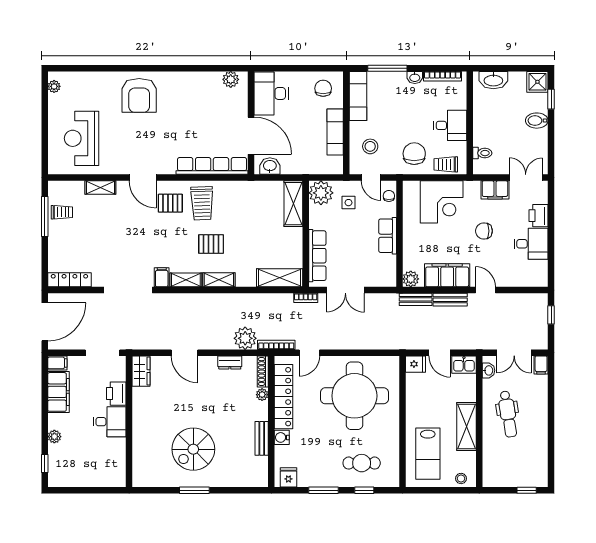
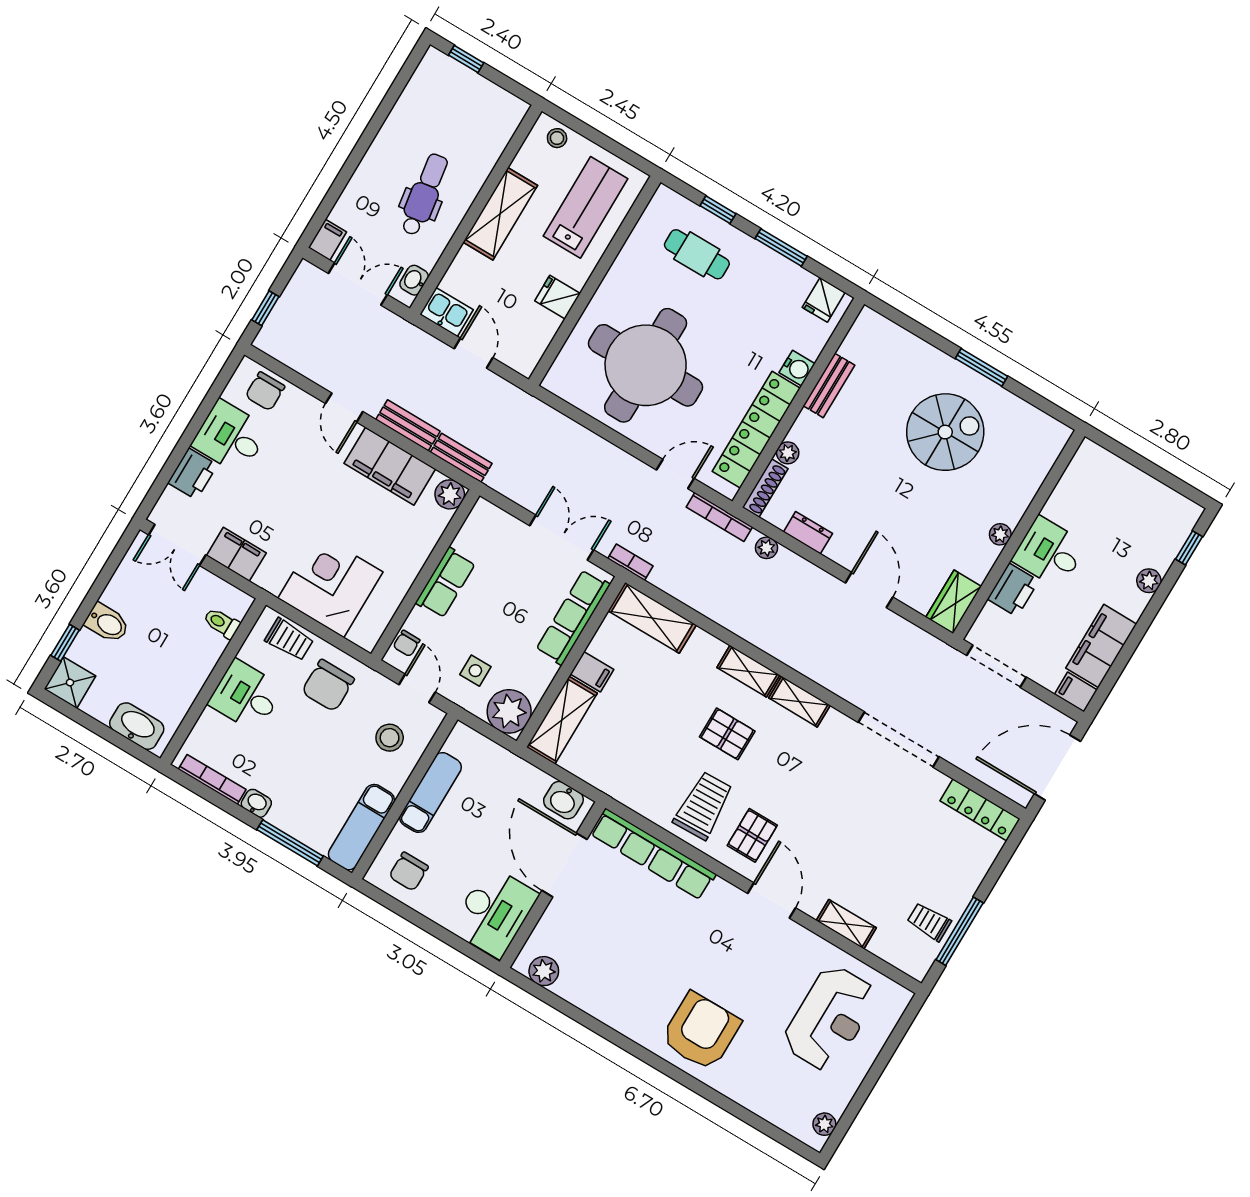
pallet: (170, 203) -> (752, 835), turned 90
chair: (484, 231) -> (265, 391), moved, turned 90
filing cabinet: (162, 277) -> (592, 672), moved, turned -90
plant: (245, 338) -> (766, 548), width x0.53, depth x0.53
fridge: (416, 364) -> (558, 297), moved
plant: (138, 416) -> (1000, 534), added

